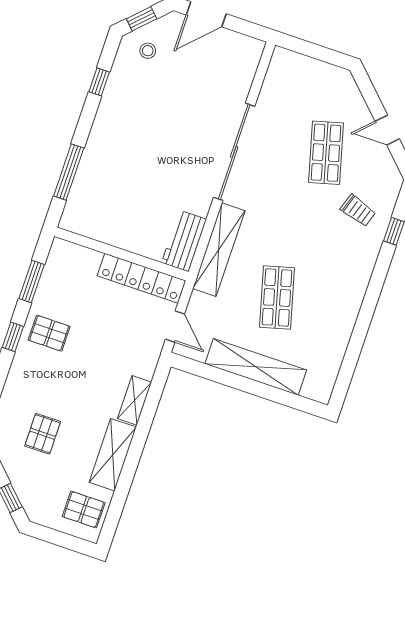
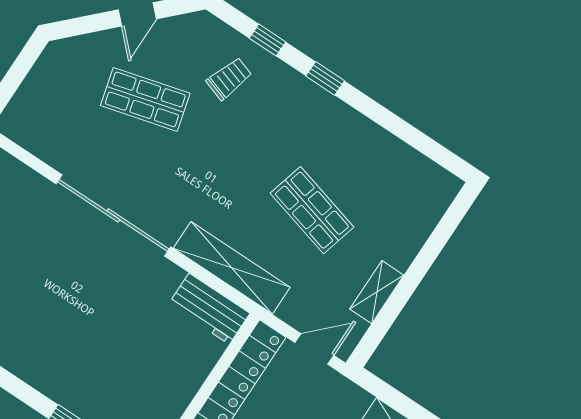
window: (377, 281) -> (325, 78), added
shop shelf: (277, 297) -> (312, 210), turned 30
shelving: (256, 367) -> (377, 292), width x0.45, depth x0.75

